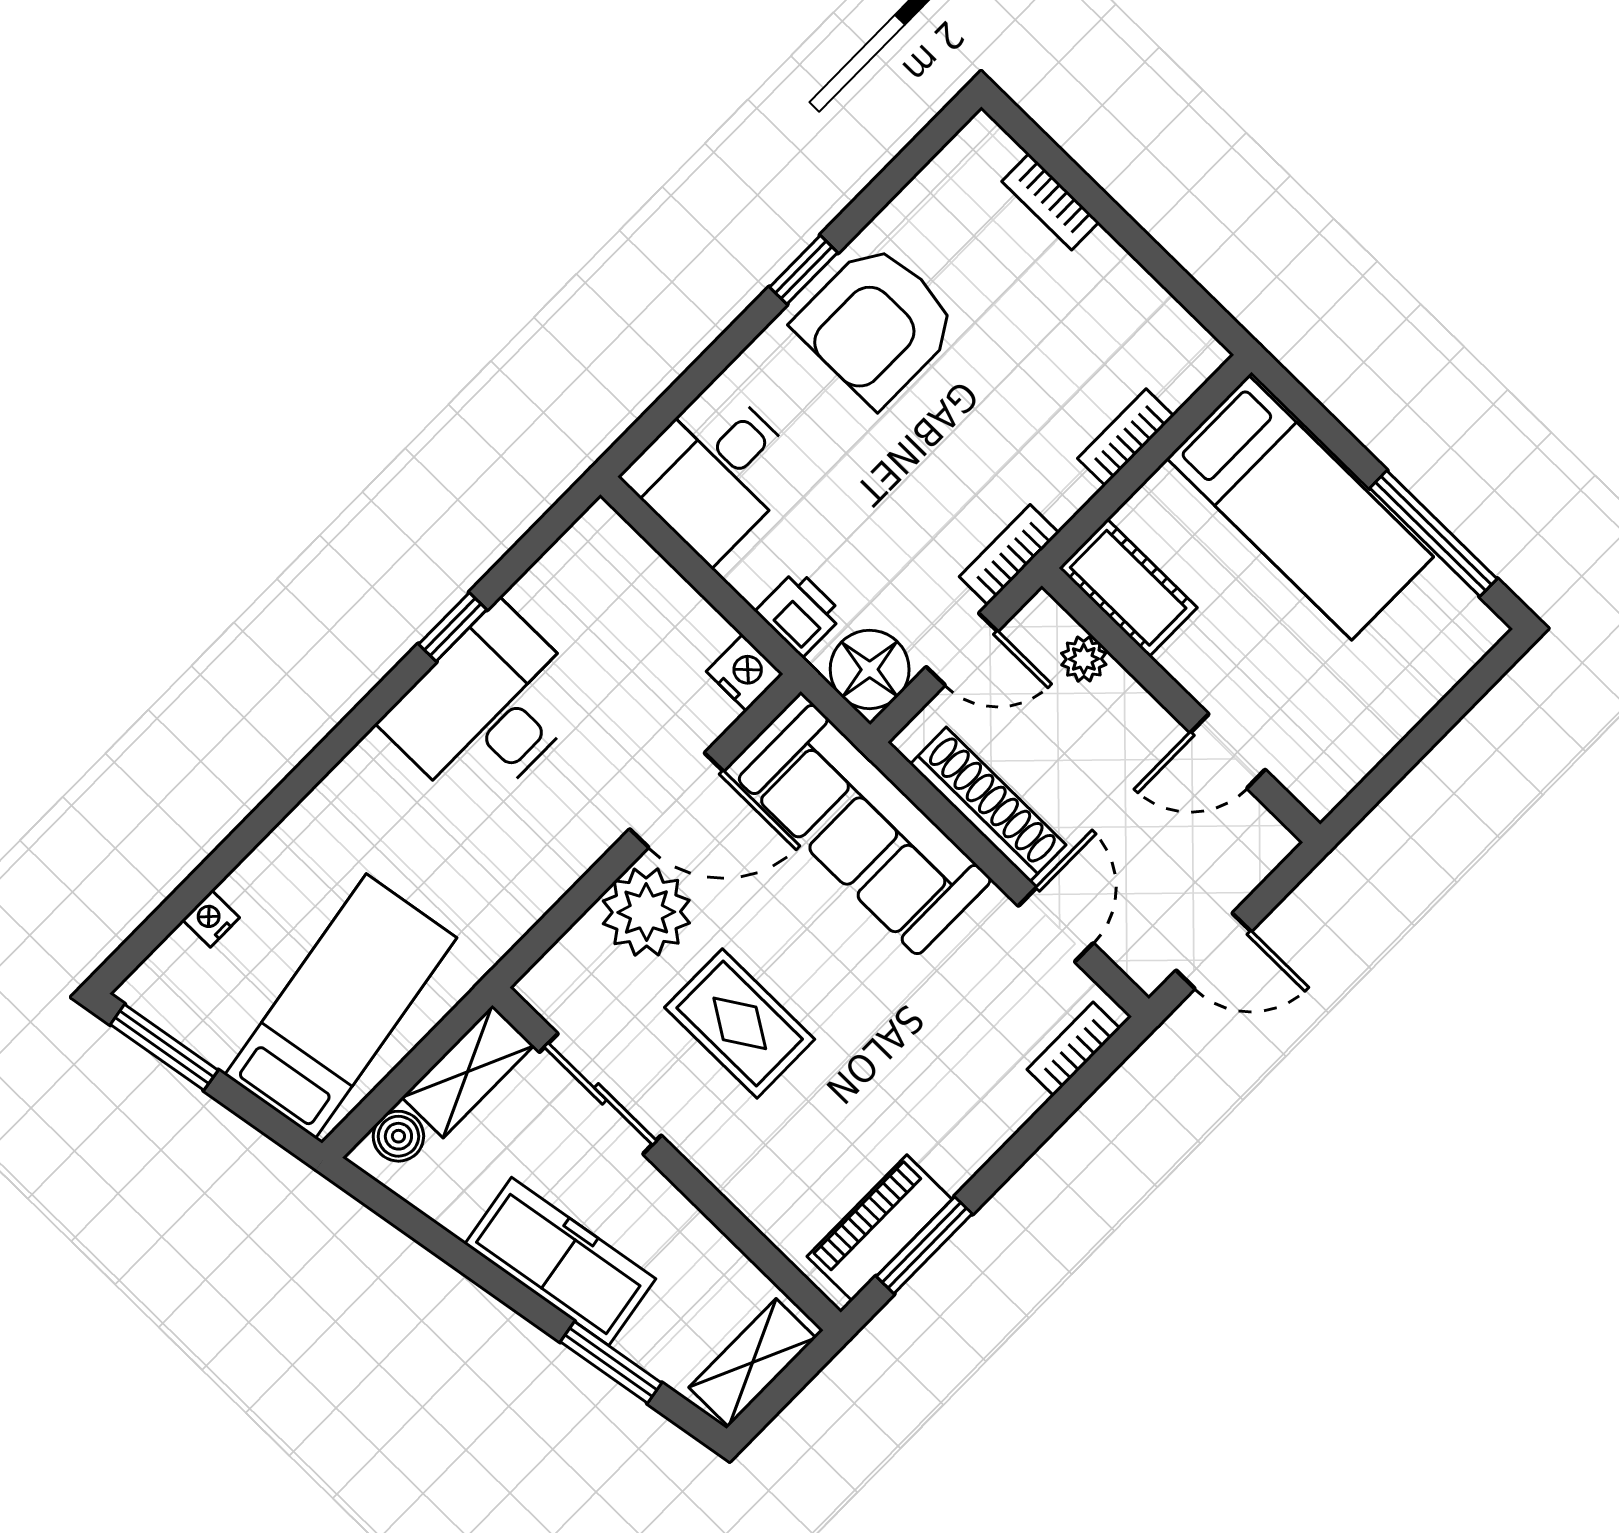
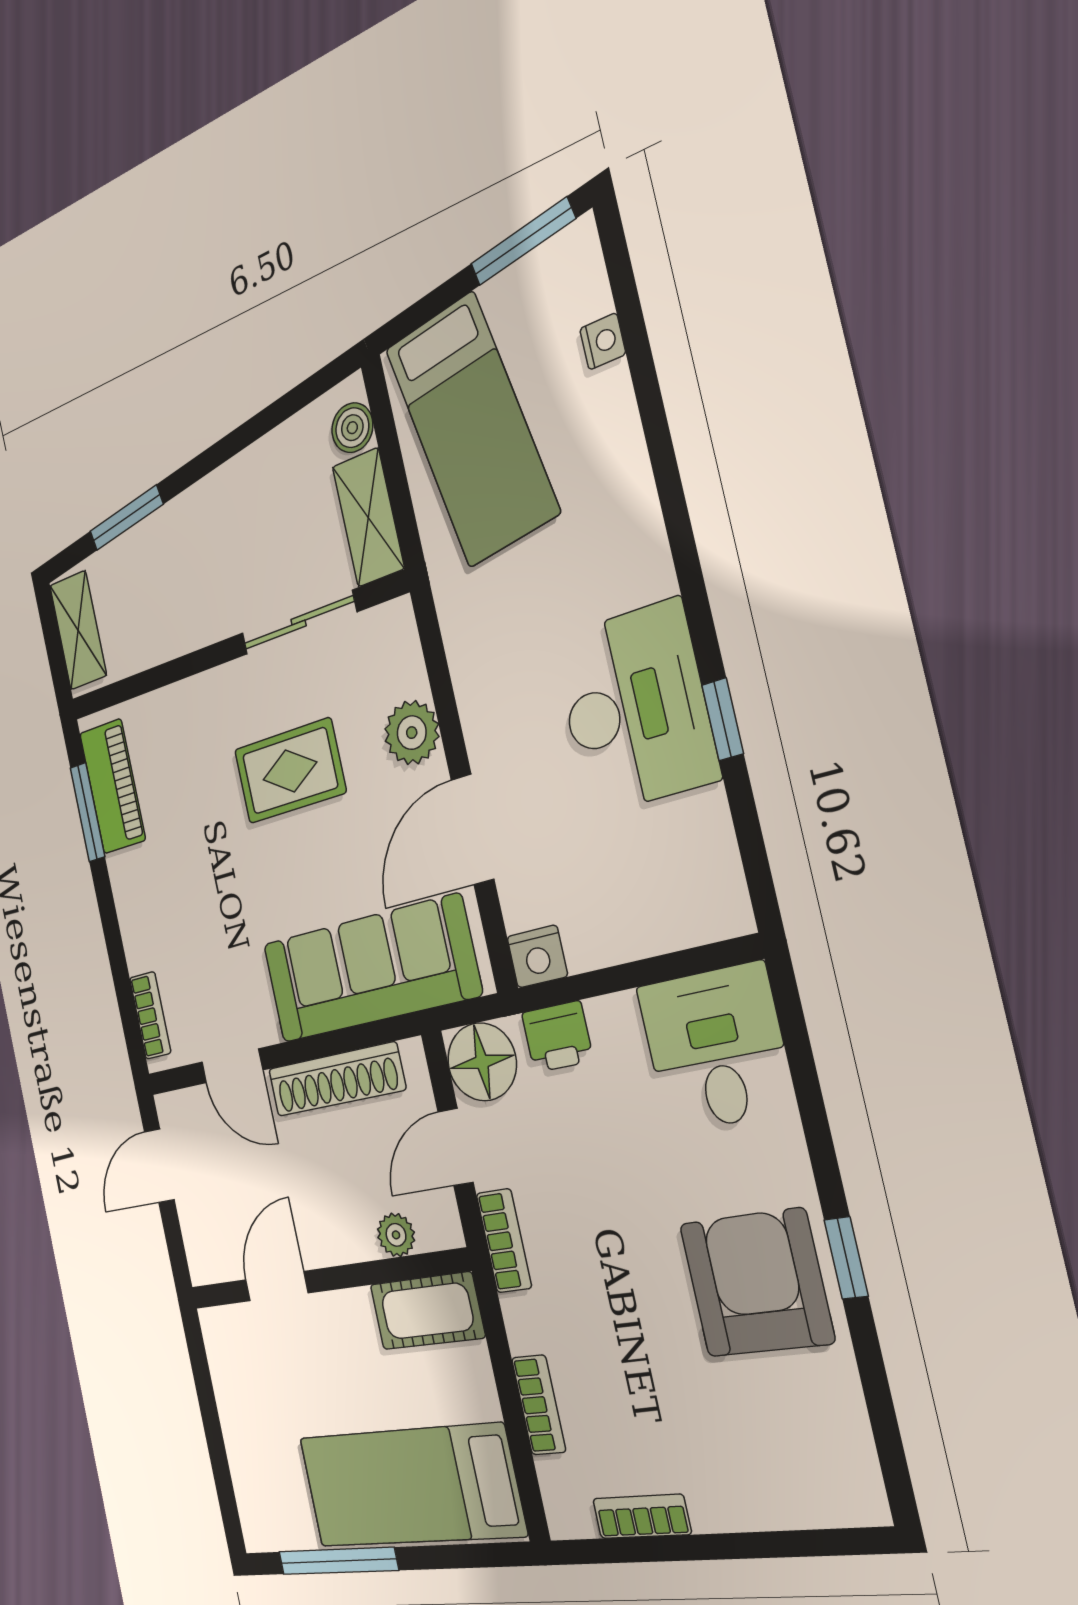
bookcase: (1050, 202) -> (642, 1516), moved
plant: (646, 912) -> (412, 733), width x0.73, depth x0.73
freezer: (560, 1261) -> (206, 517), removed

